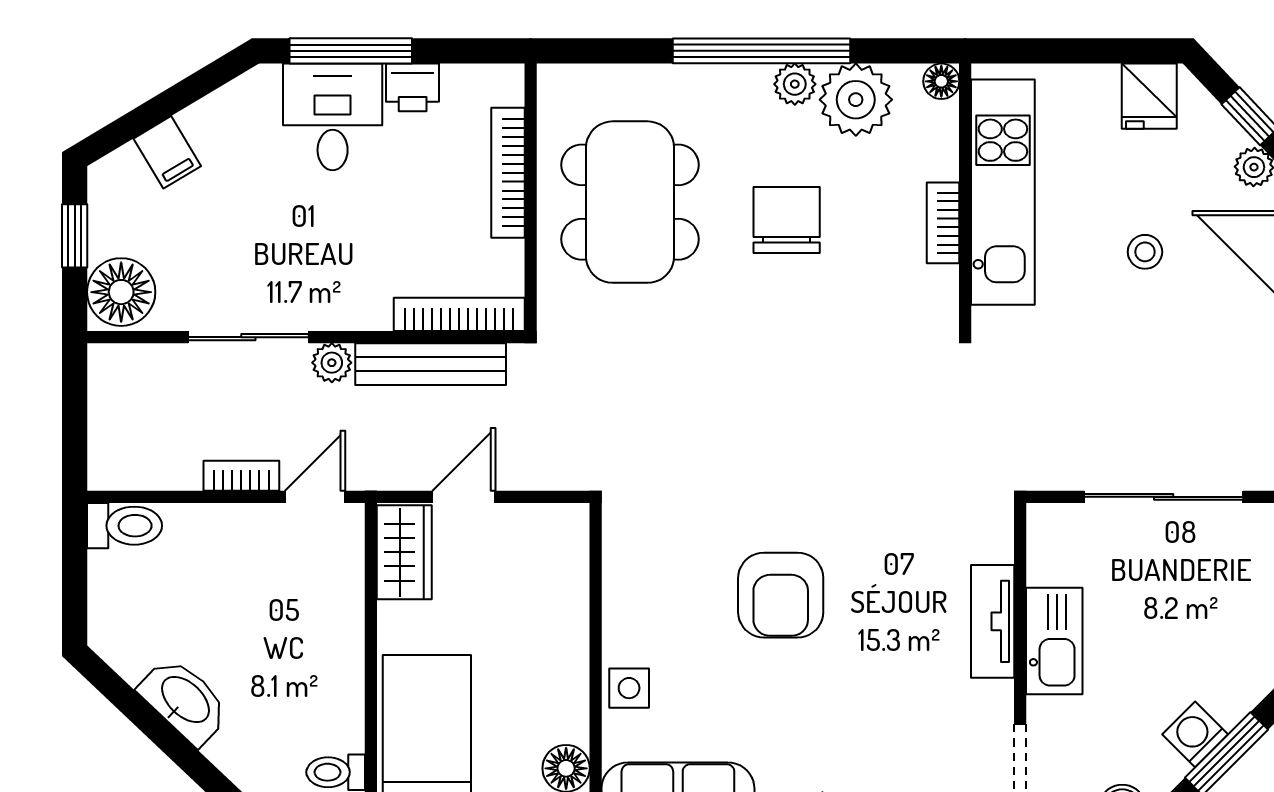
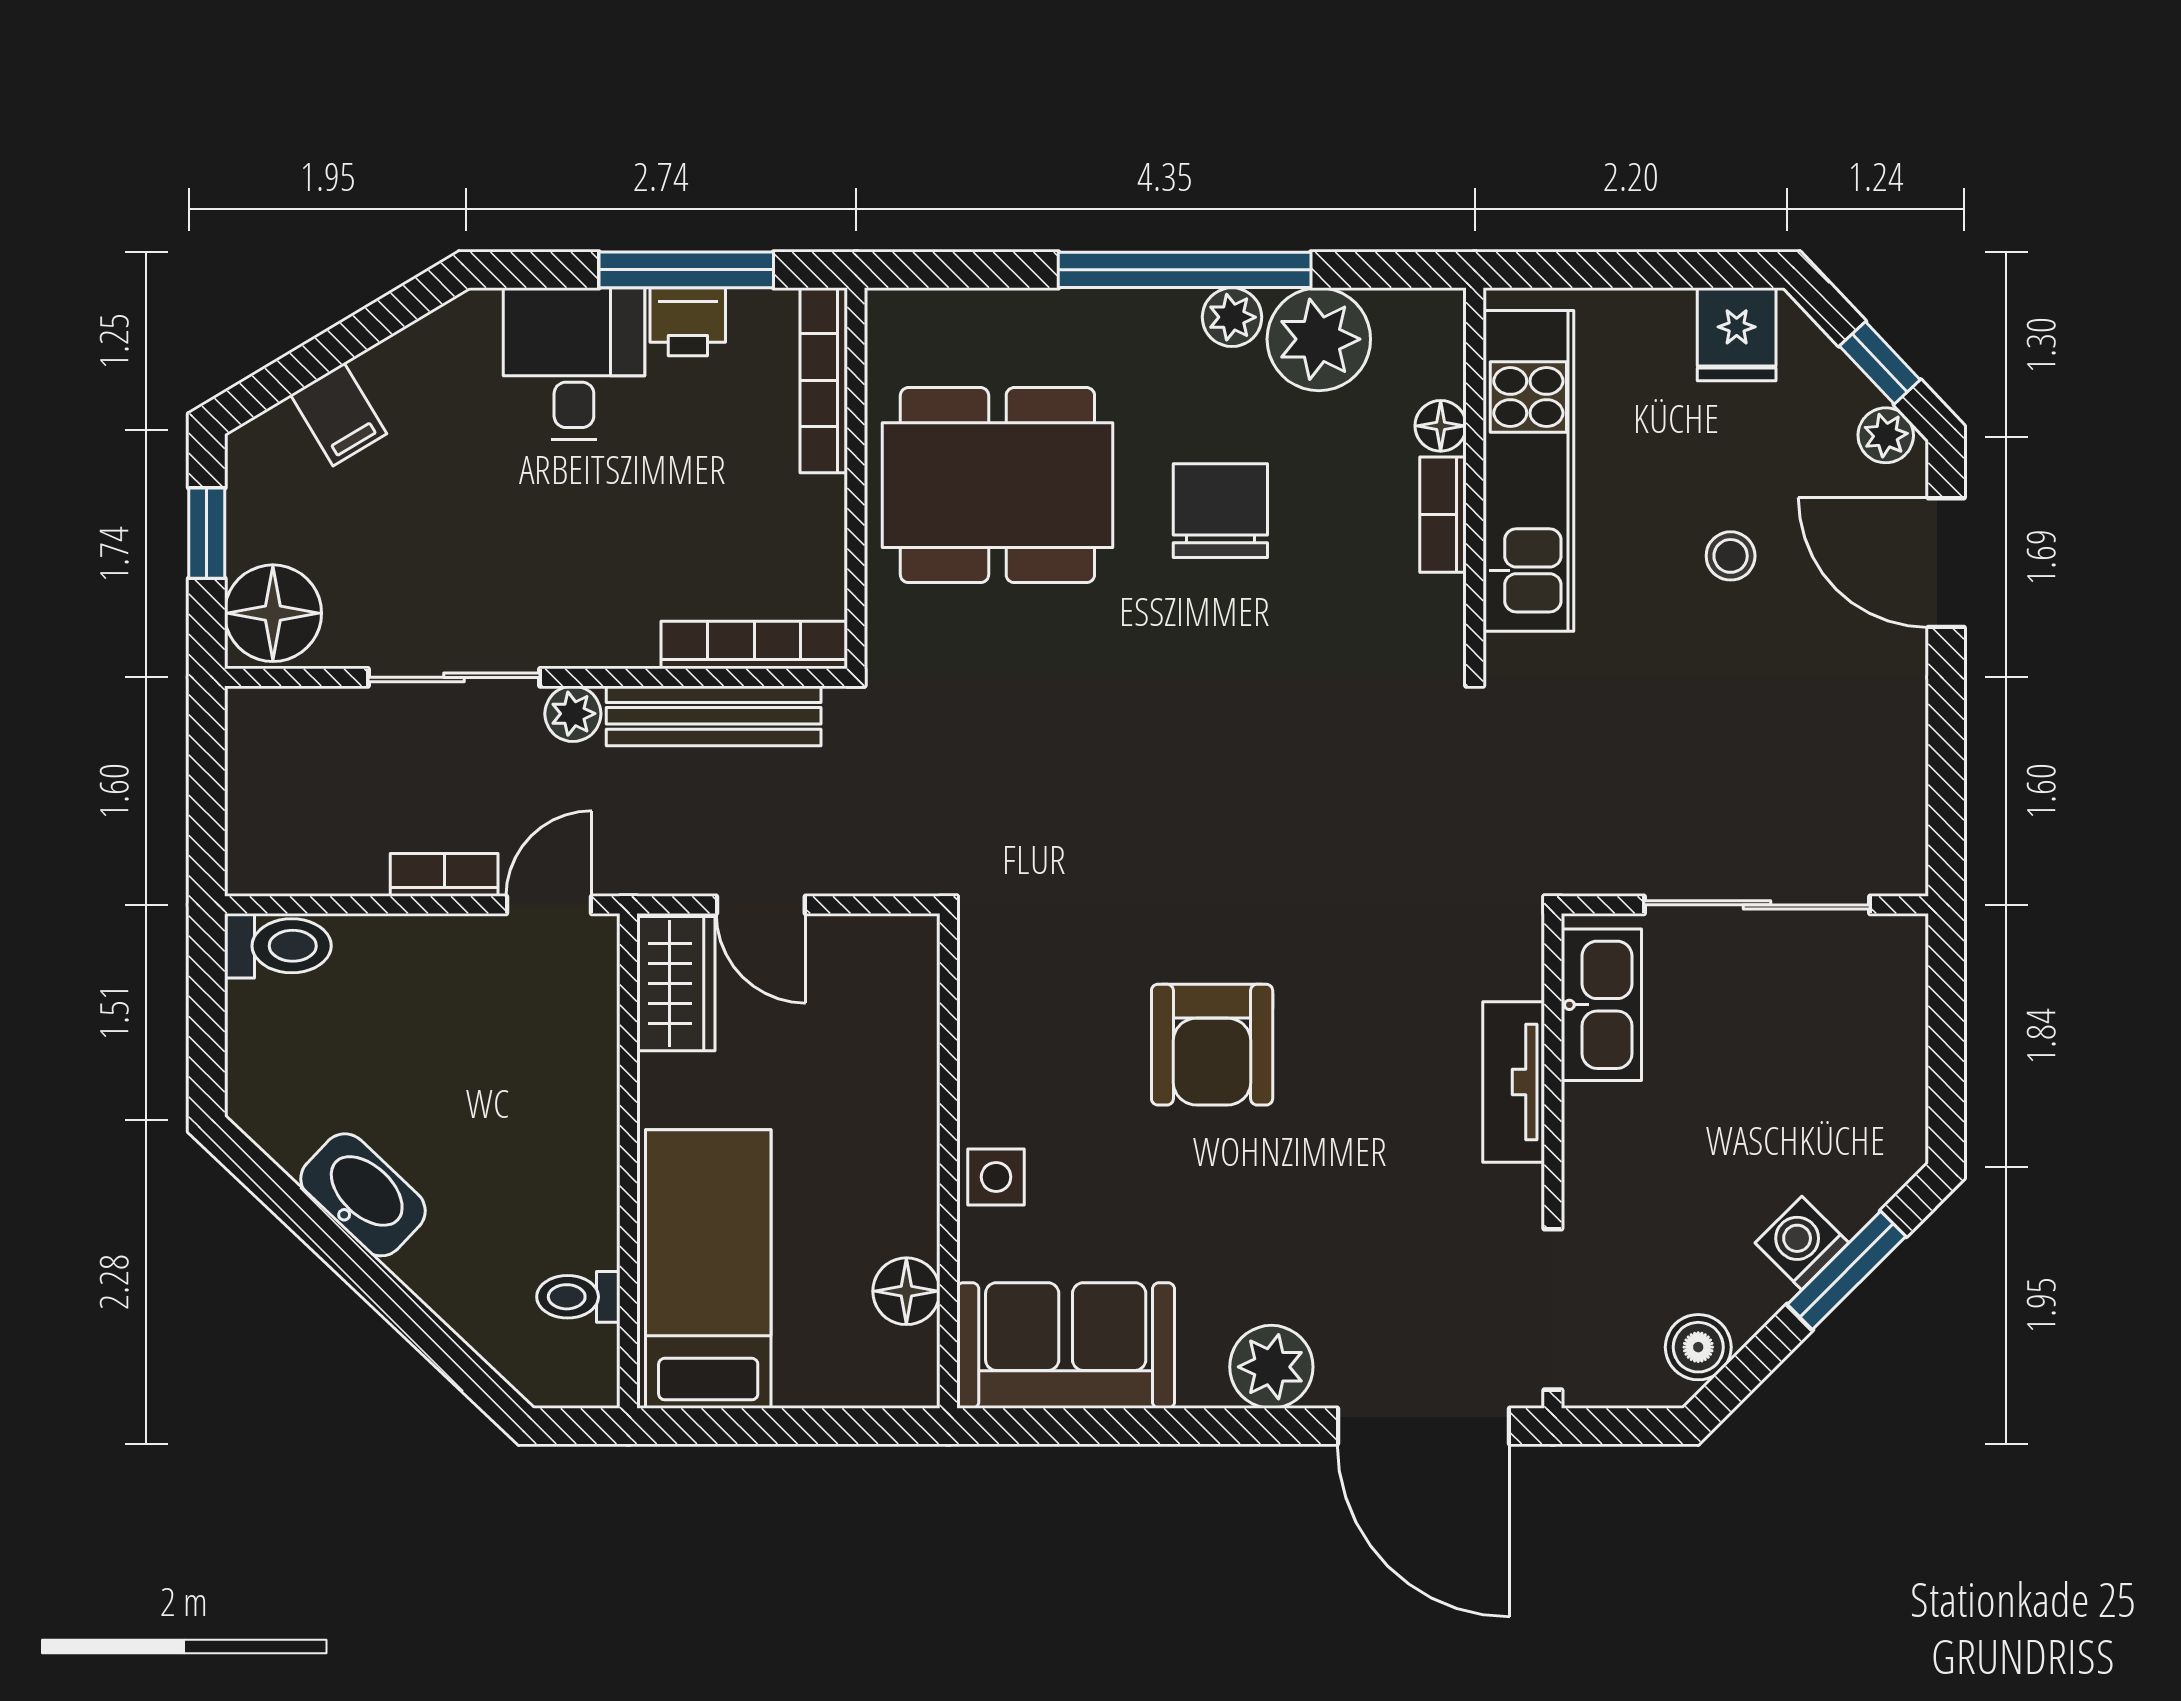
window: (351, 51) -> (686, 270), moved
floor lamp: (941, 81) -> (1441, 426), moved
bookcase: (508, 173) -> (824, 380), moved
dining table: (630, 202) -> (997, 485), turned 90
door: (464, 497) -> (761, 905), swing flipped
kitchen sink: (1054, 641) -> (1601, 1005), moved

